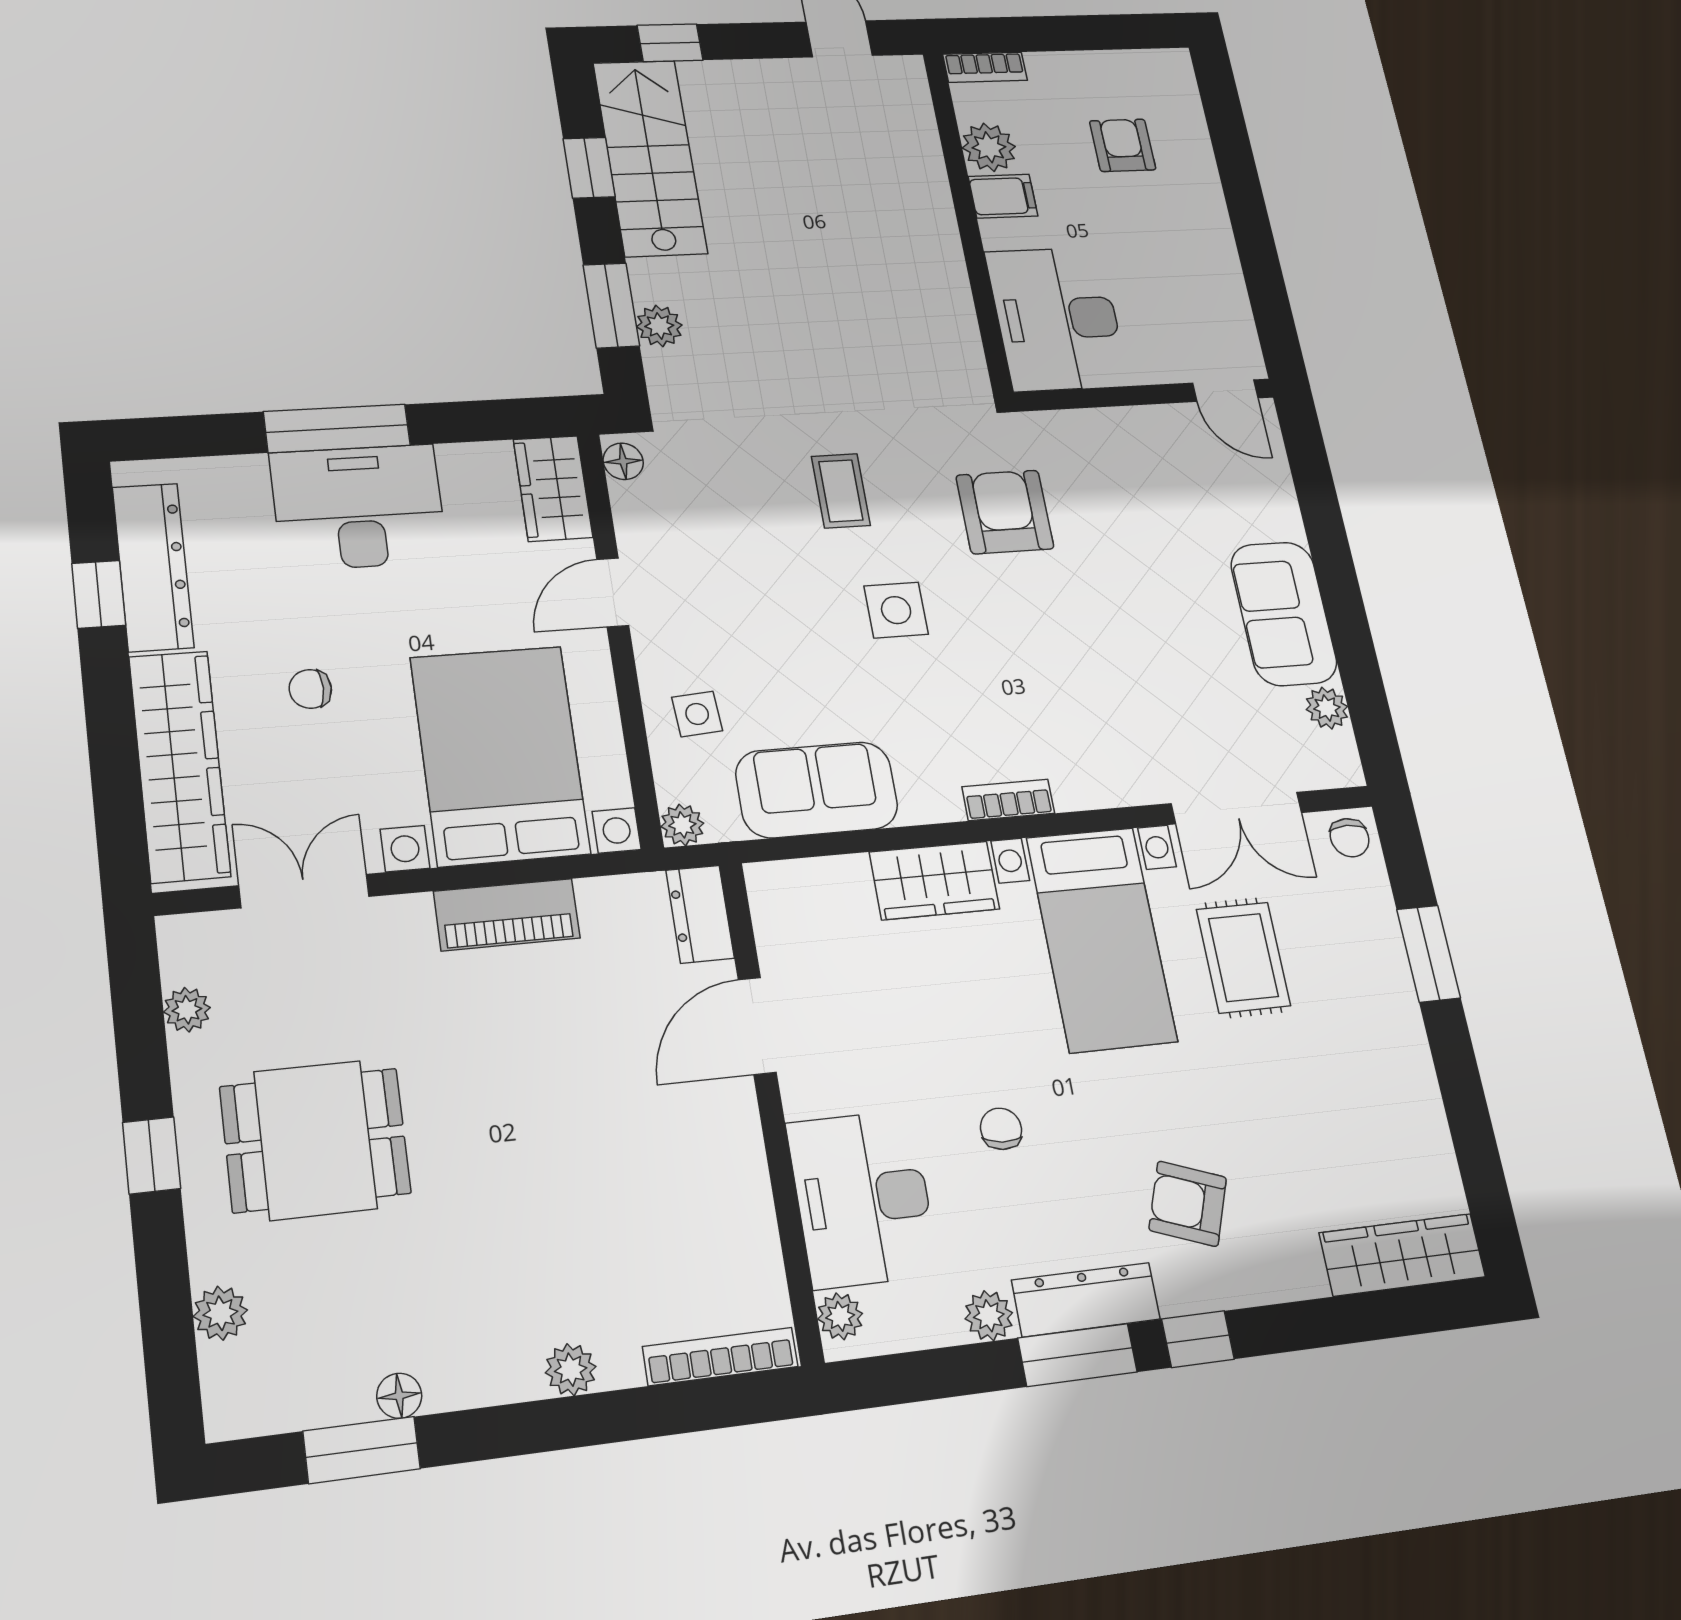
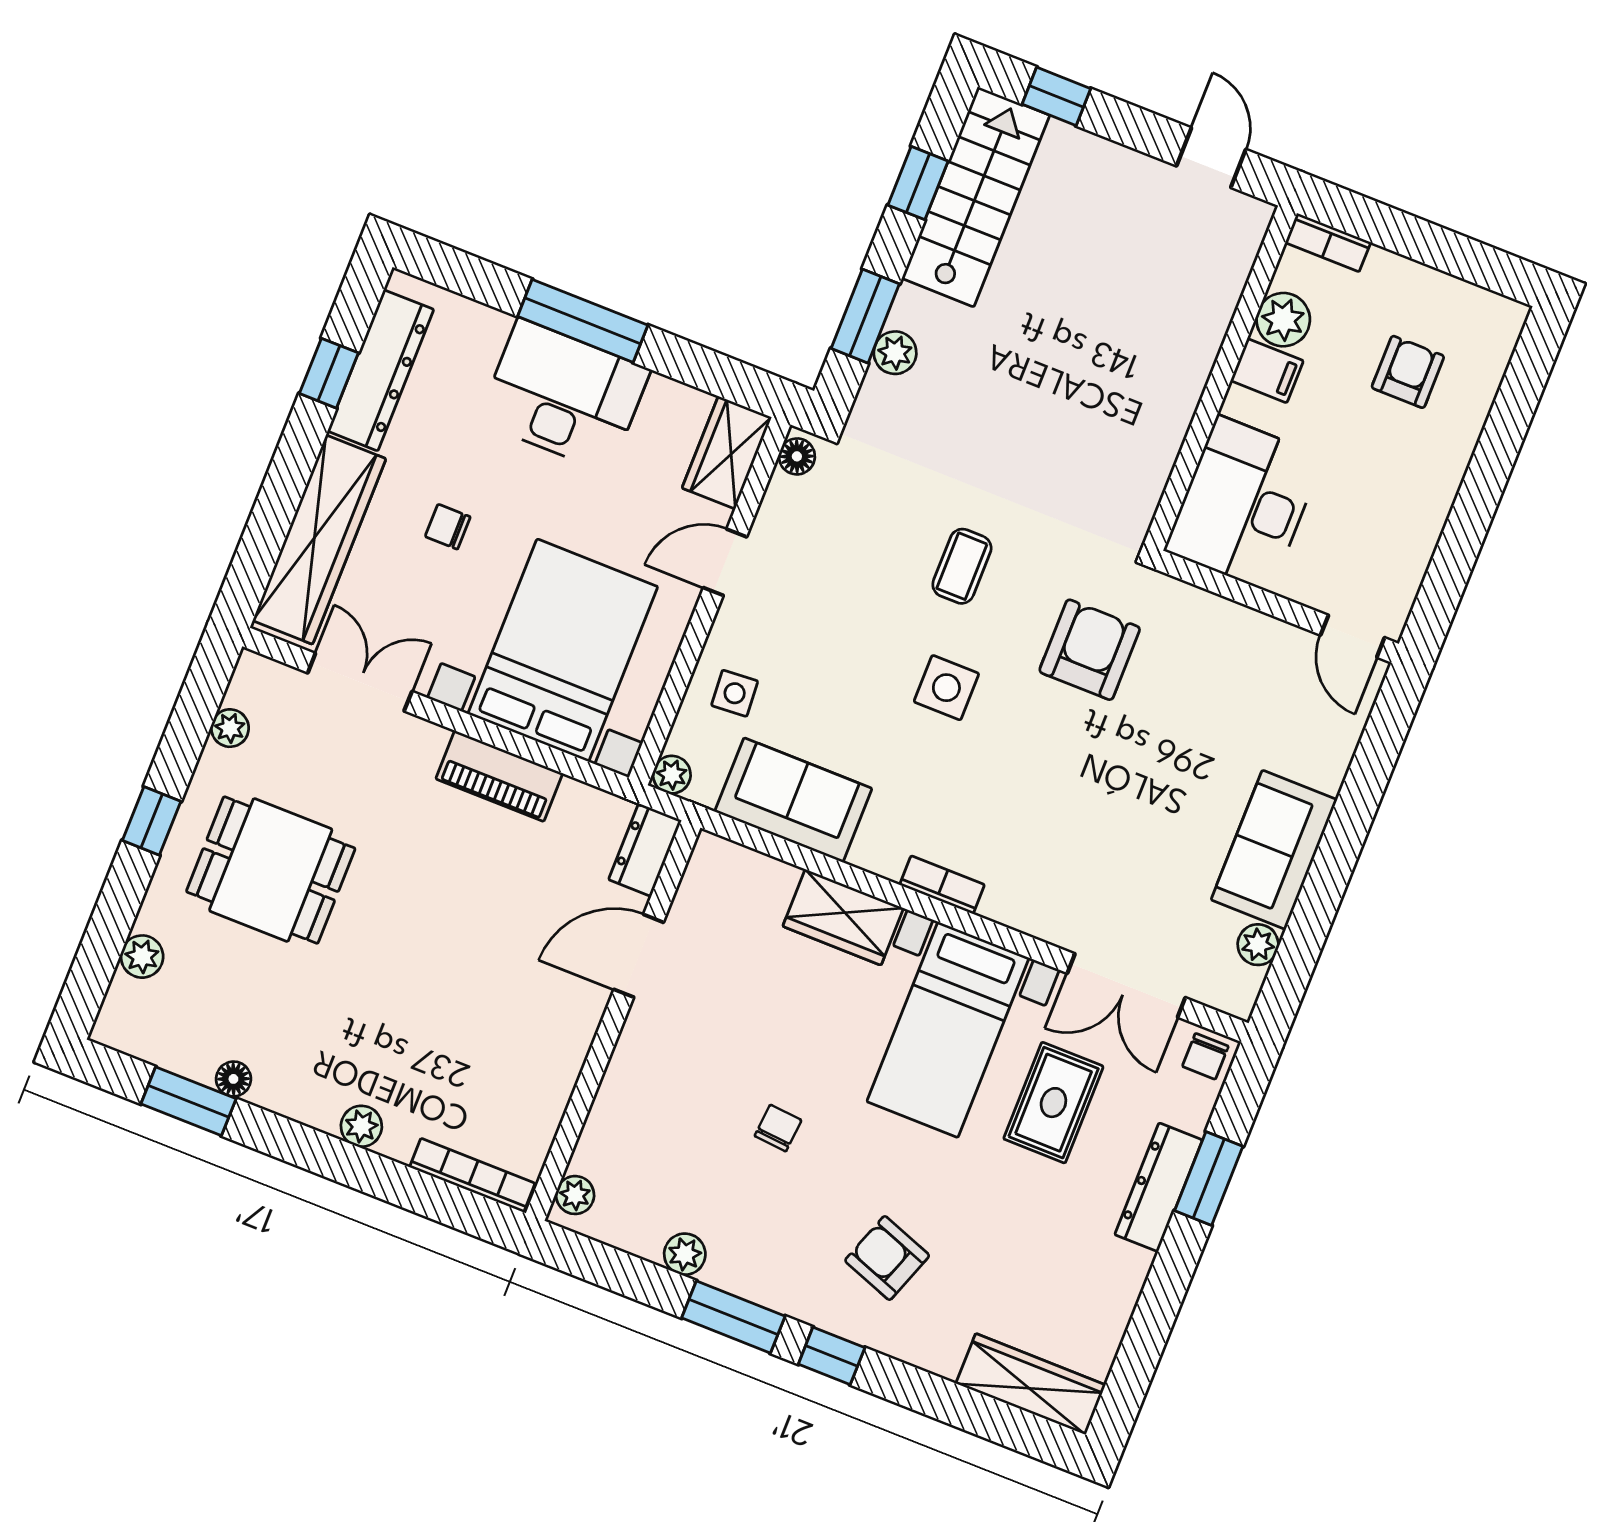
desk: (863, 1199) -> (642, 1122), removed
dresser: (1086, 1300) -> (1159, 1187), moved, turned -90

